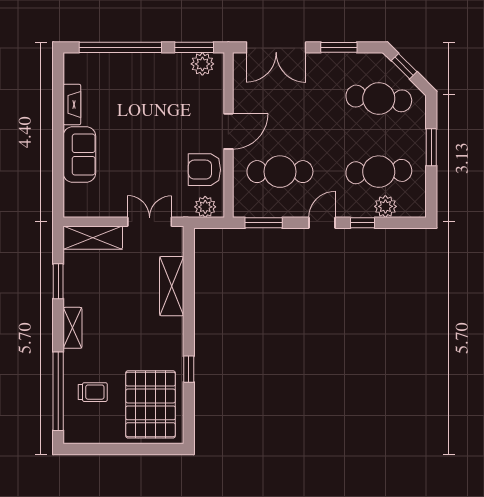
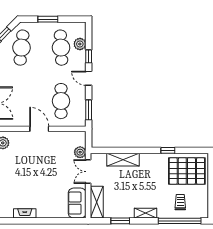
sofa: (79, 155) -> (77, 203), moved, turned -90
armchair: (204, 170) -> (60, 142), removed
plant: (205, 207) -> (80, 152), moved

